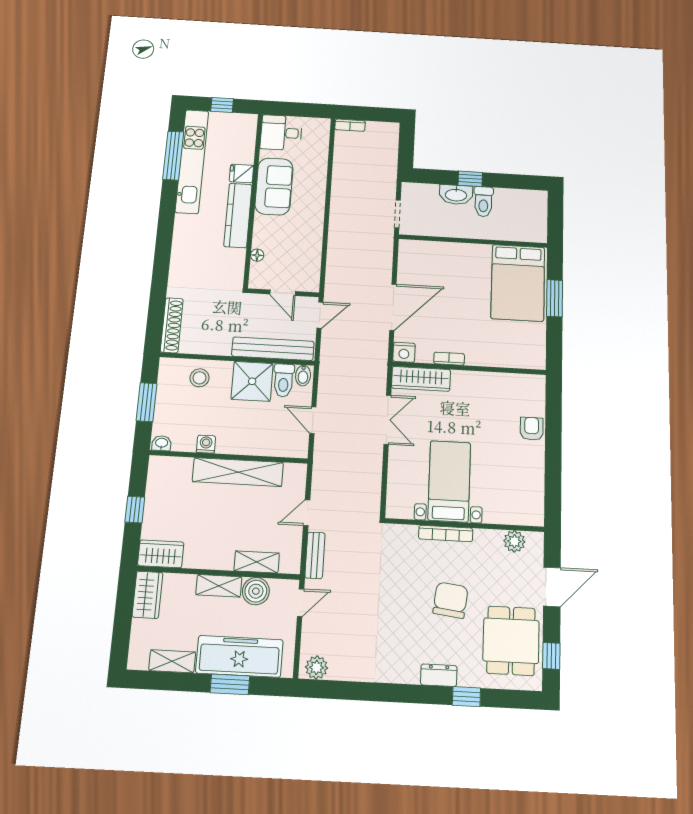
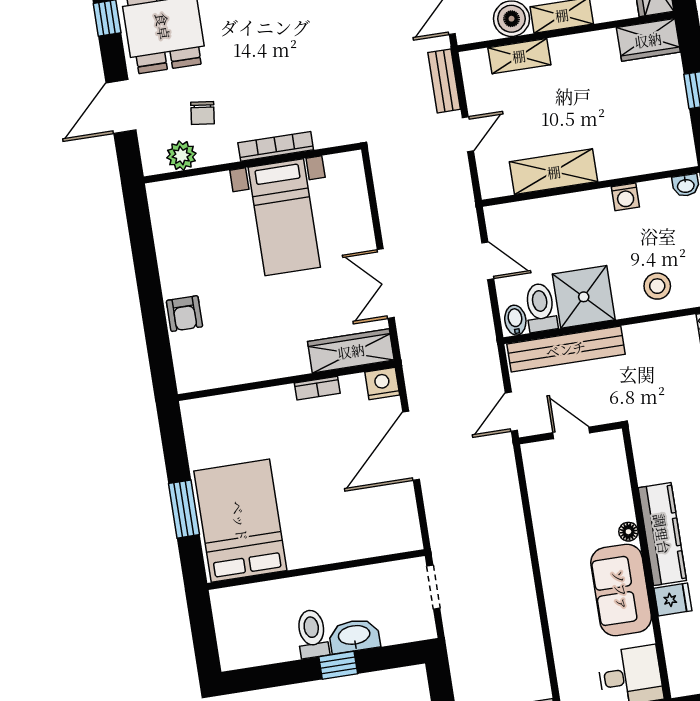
floor lamp: (257, 255) -> (628, 532), moved
shelving: (238, 472) -> (554, 172), width x0.68
chair: (451, 600) -> (203, 113), moved, width x0.54, depth x0.54

